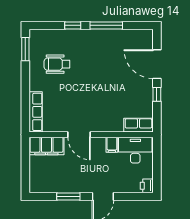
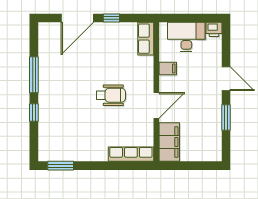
wheelchair: (57, 64) -> (111, 95), moved, turned -90
desk: (135, 150) -> (186, 37), moved, turned 90

